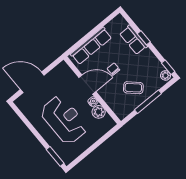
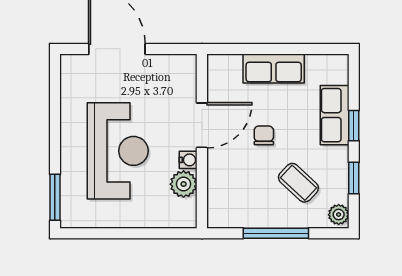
row of seats: (91, 46) -> (274, 69), width x0.68
window: (168, 67) -> (354, 178), moved
door: (87, 84) -> (202, 125), hinge flipped
coffee table: (133, 88) -> (298, 183), moved

